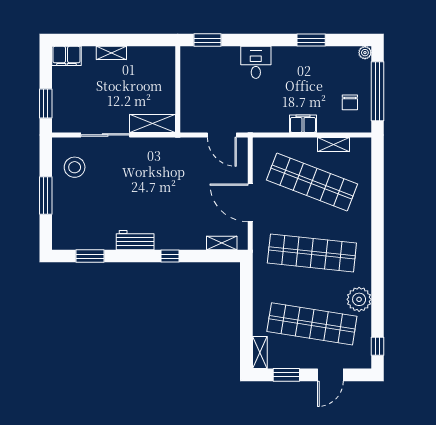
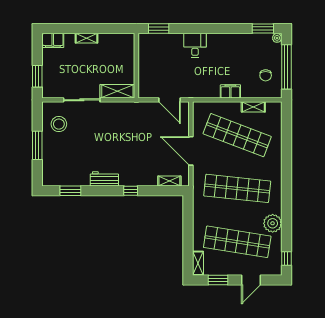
window: (311, 40) -> (263, 29), moved

